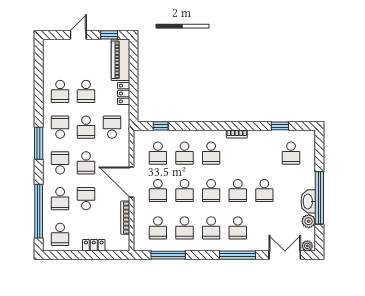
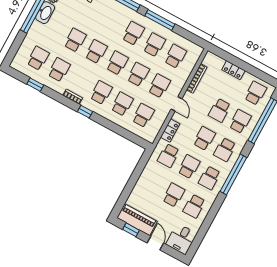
door: (78, 35) -> (155, 243), swing flipped
desk: (55, 53) -> (181, 239), added
piano: (120, 60) -> (137, 220), moved, turned -90
school desk: (60, 91) -> (194, 206), turned 180
locker: (124, 94) -> (170, 131), moved
window: (161, 126) -> (85, 112), moved
window: (39, 143) -> (233, 175), width x1.46
door: (132, 182) -> (176, 104), width x0.53
school desk: (238, 228) -> (59, 70), moved
window: (168, 255) -> (160, 20), moved

